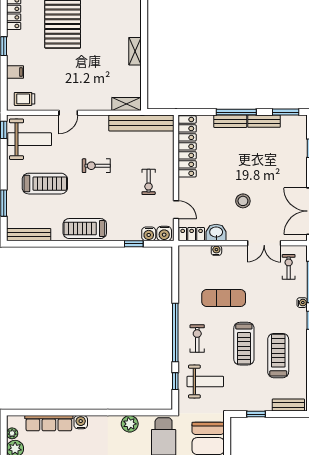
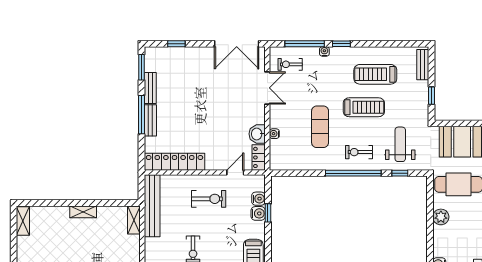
exercise bike: (149, 182) -> (209, 199), width x1.38, depth x1.39
stool: (243, 201) -> (227, 108), removed
water cooler: (164, 234) -> (258, 213), moved

